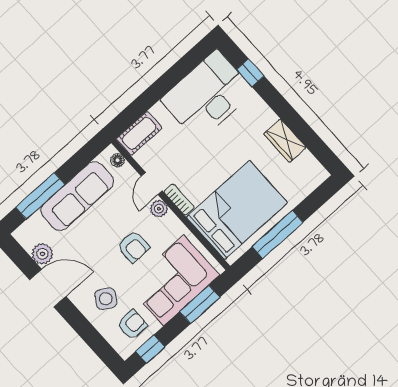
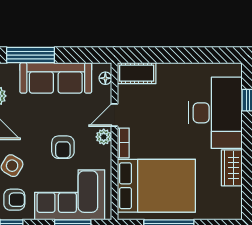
desk: (207, 95) -> (216, 113), moved, turned 90

